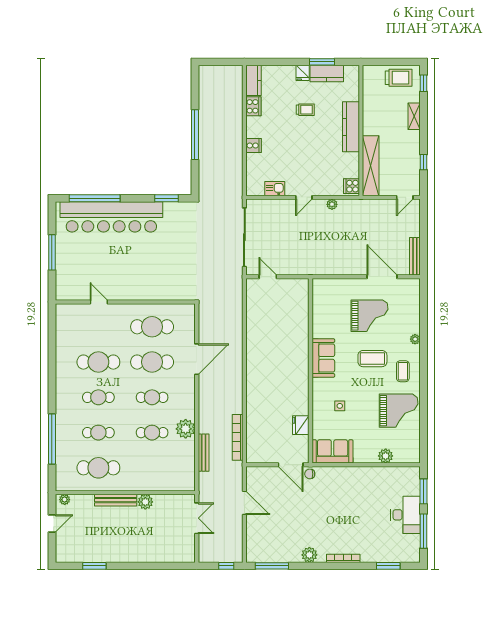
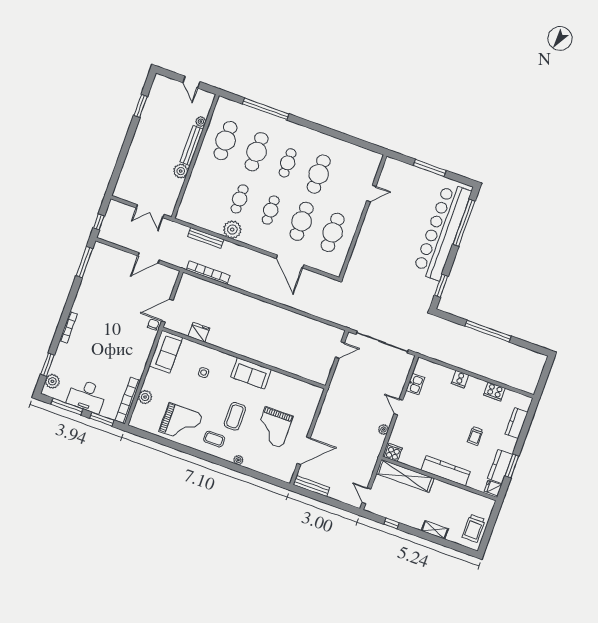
fridge: (303, 73) -> (493, 488), moved
kitchen counter: (254, 80) -> (516, 423), moved, turned 90
window: (424, 83) -> (461, 548), removed
grand piano: (399, 411) -> (181, 423), turned -90
cafe table: (98, 433) -> (257, 152), width x1.37, depth x1.35
bookcase: (395, 472) -> (128, 401), added
plant: (65, 500) -> (201, 122), moved
plant: (309, 555) -> (52, 381), moved

